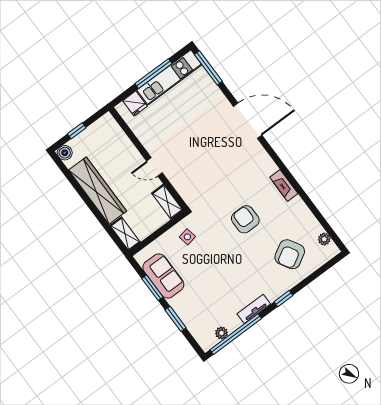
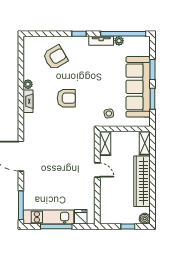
armchair: (245, 219) -> (66, 98), turned -90
plant: (324, 239) -> (28, 84), moved
sofa: (163, 276) -> (138, 87), width x1.85, depth x1.27
plant: (221, 333) -> (119, 41), moved

